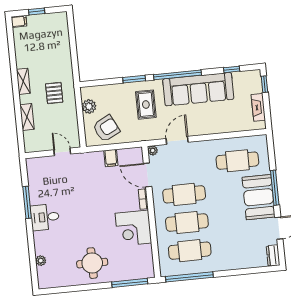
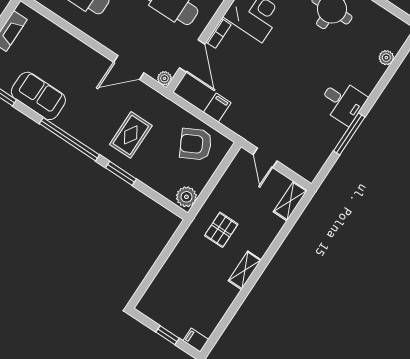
sofa: (198, 89) -> (38, 96), width x0.54, depth x0.79
plant: (89, 106) -> (186, 197), moved
shelving: (27, 117) -> (290, 201), moved

